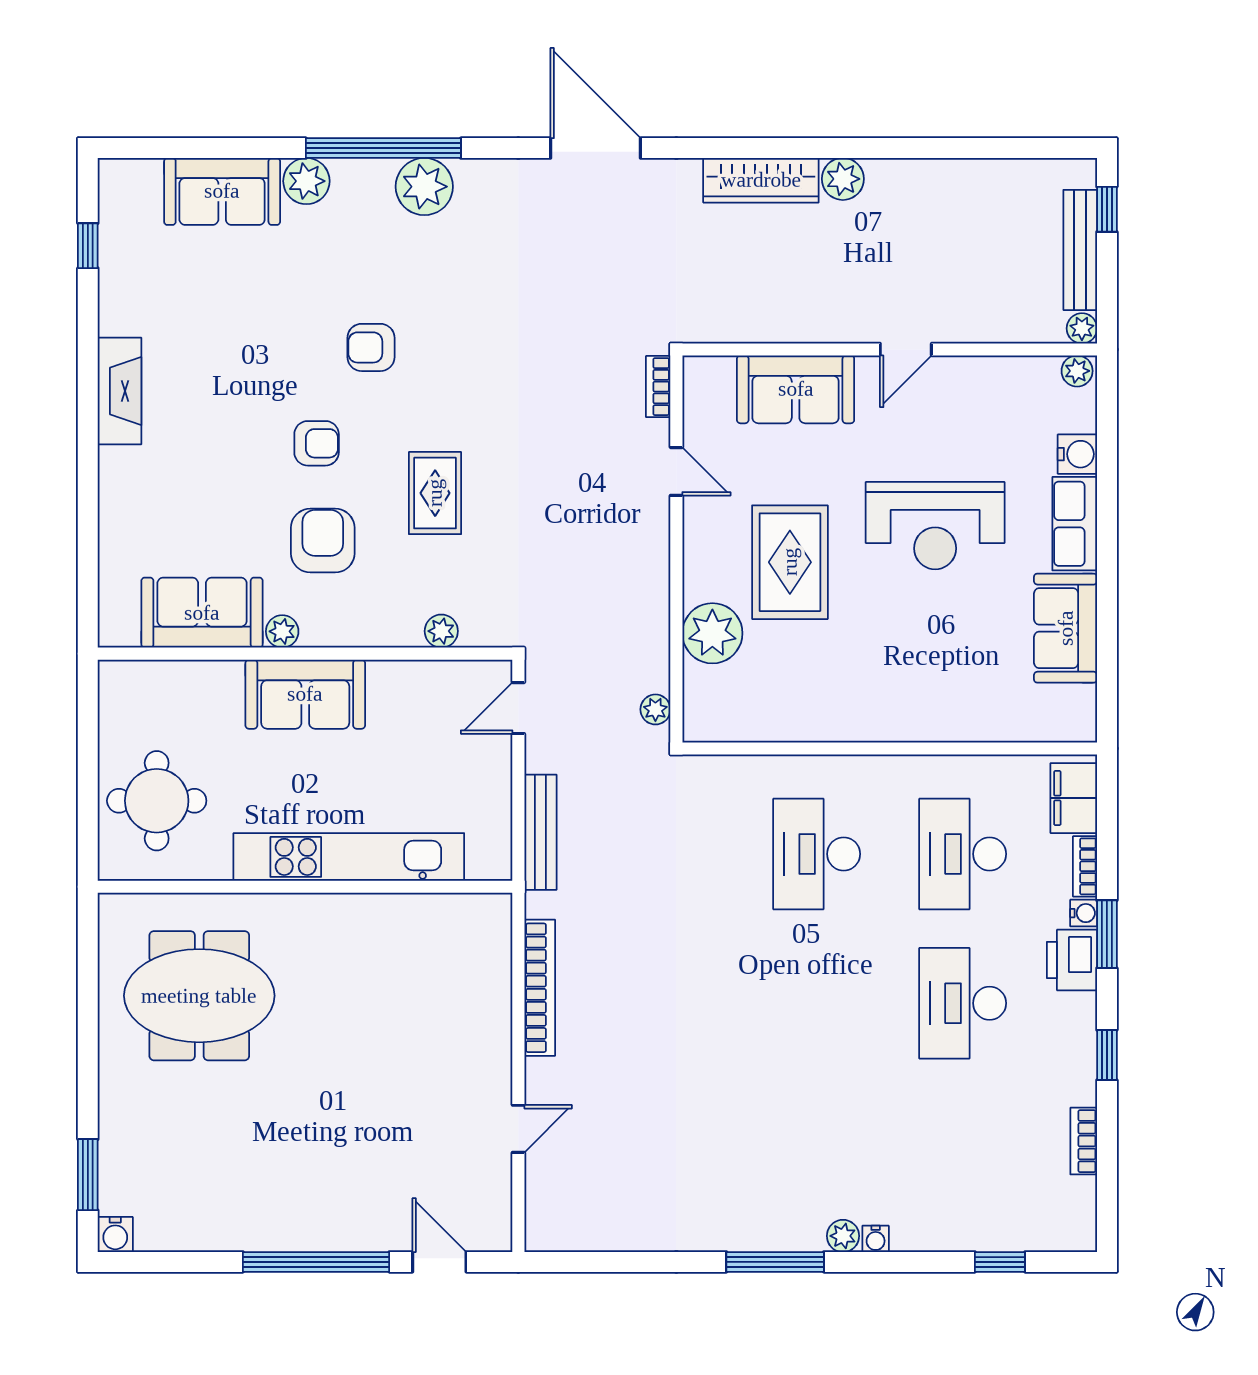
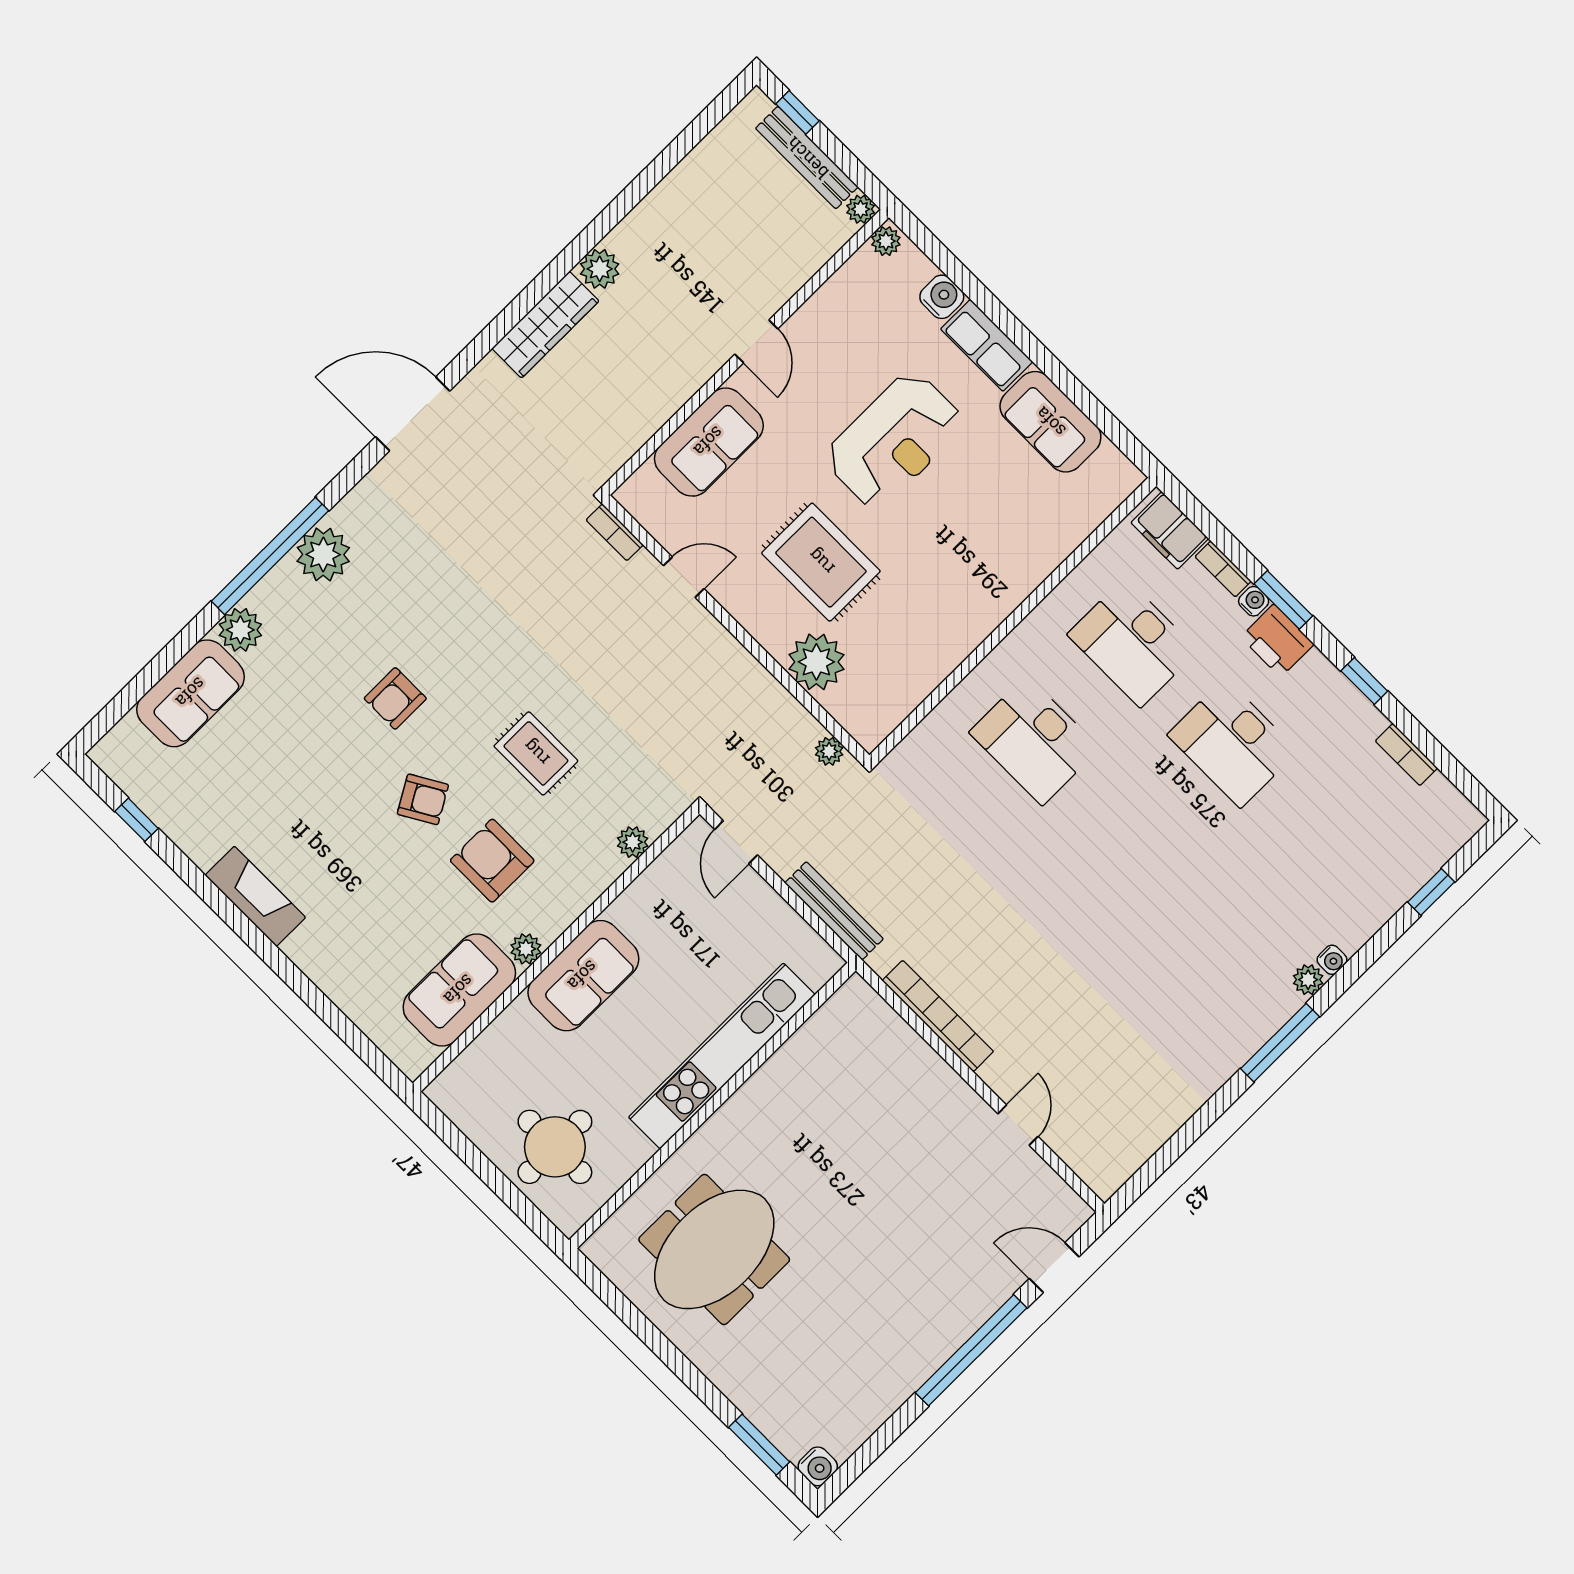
armchair: (317, 443) -> (423, 799), turned 60

